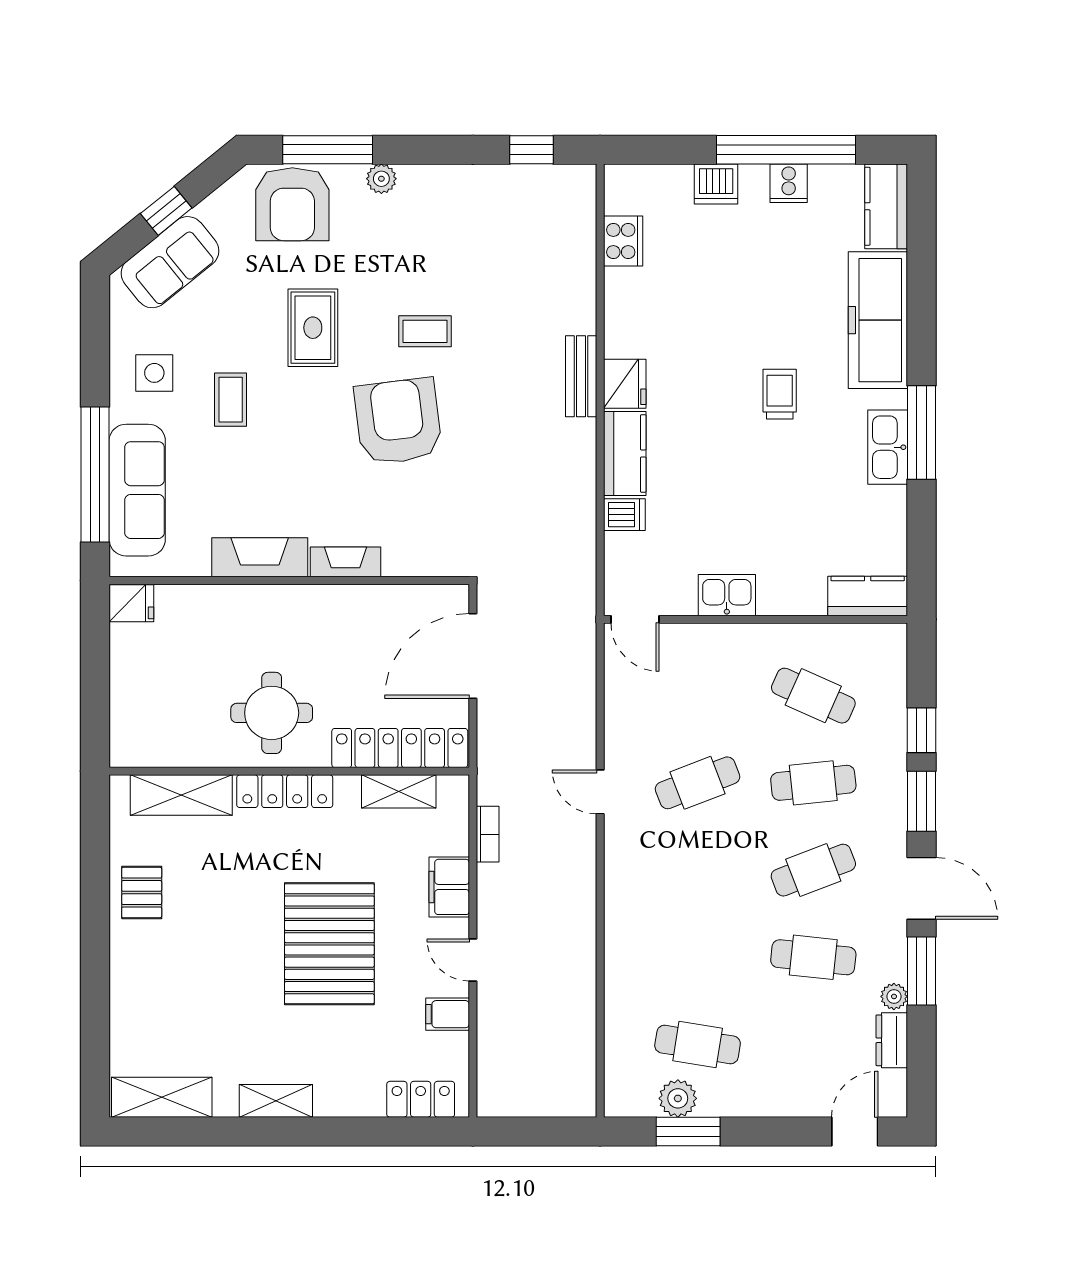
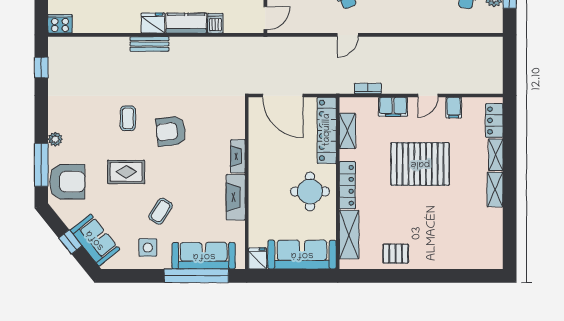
cooker: (623, 241) -> (60, 24), moved
coffee table: (231, 400) -> (161, 211), turned -57
armchair: (398, 421) -> (171, 131), width x0.73, depth x0.73
sofa: (140, 696) -> (302, 255), added
shelving: (162, 1097) -> (496, 155), moved, width x0.67, depth x0.75

